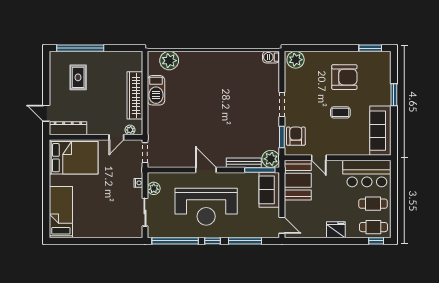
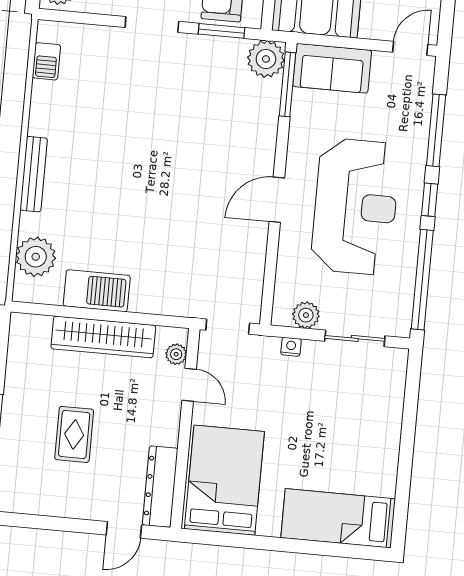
barbecue: (271, 57) -> (46, 61), moved
rug: (78, 77) -> (74, 434), moved, turned 90
bench: (244, 163) -> (34, 174), moved

